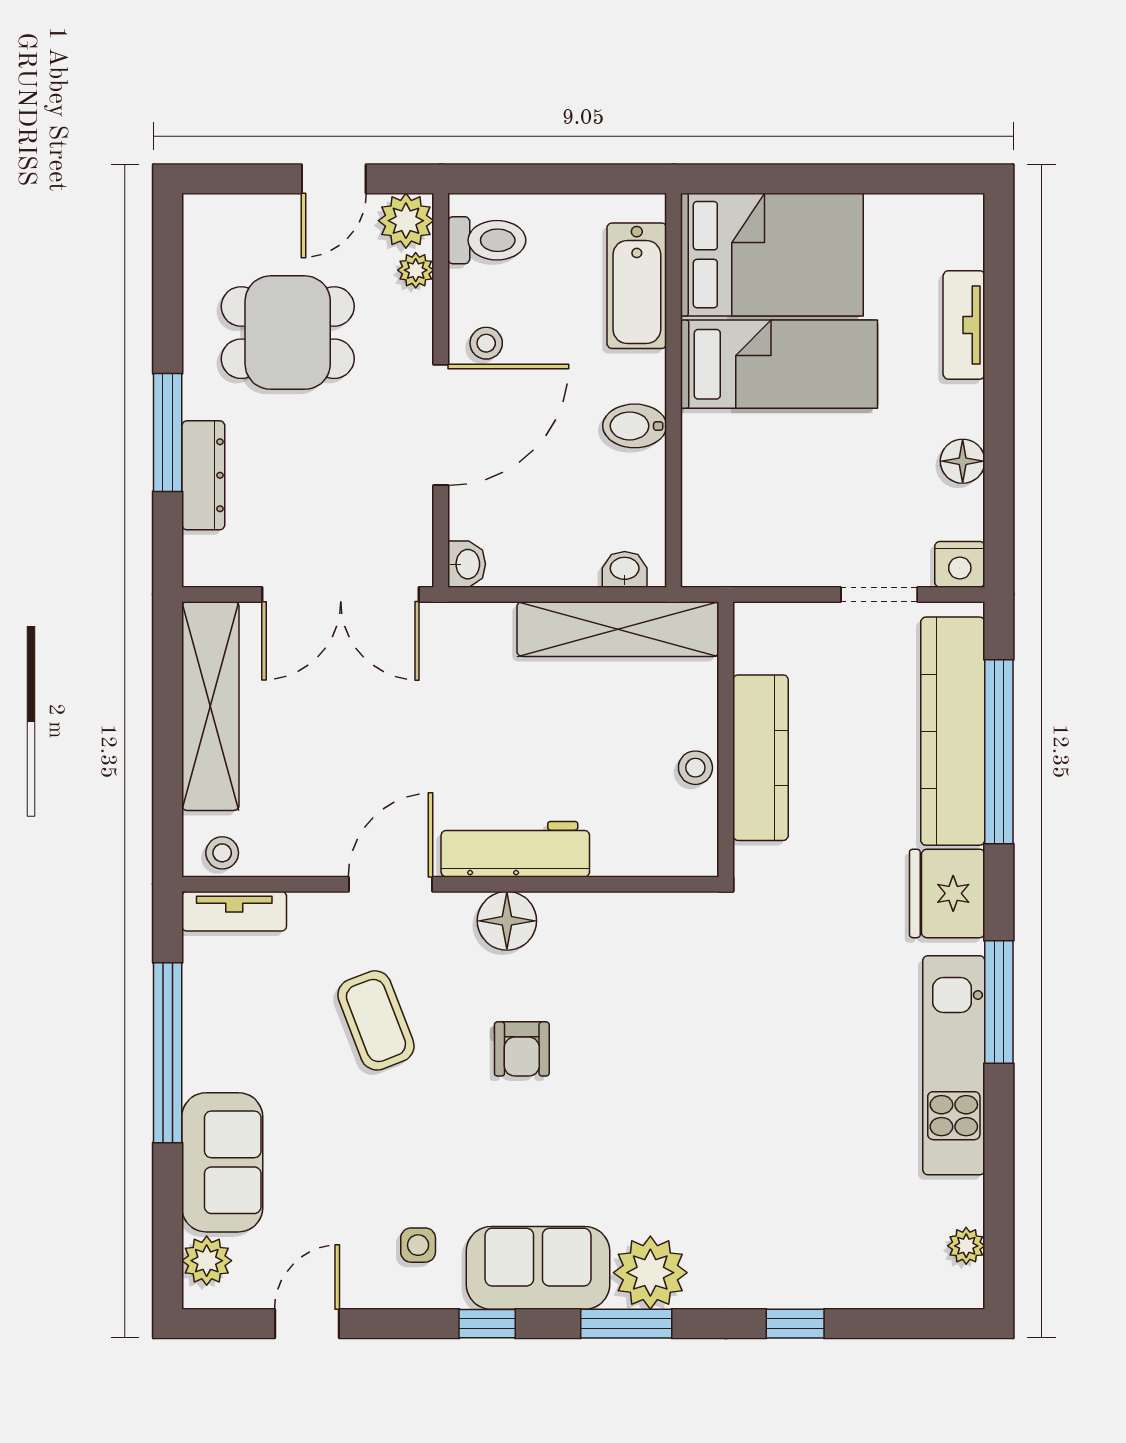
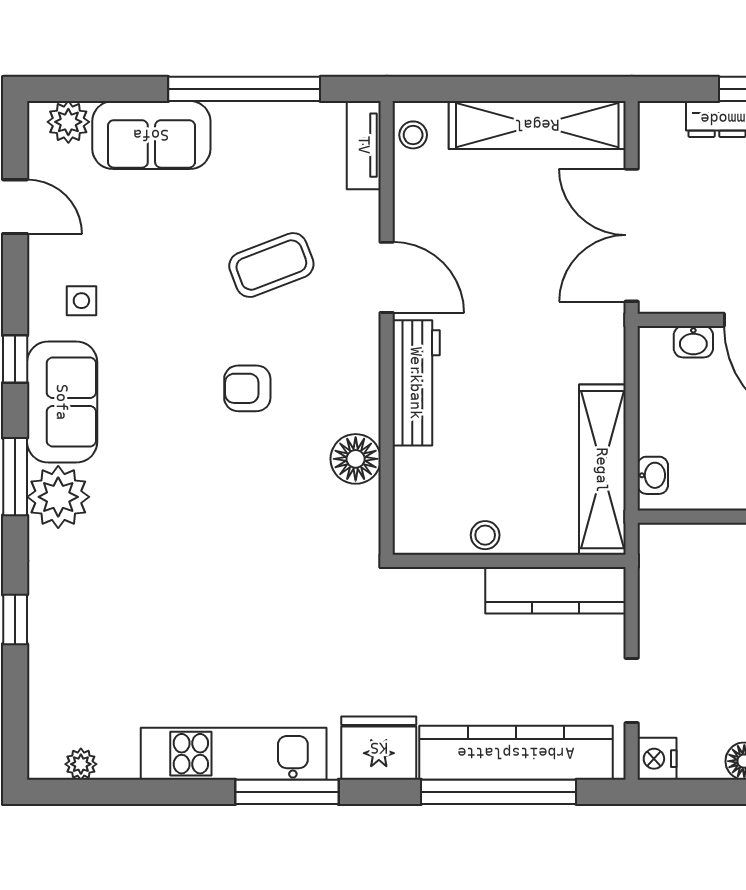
washbasin: (467, 564) -> (693, 342), moved
kitchen counter: (761, 758) -> (556, 590), moved
floor lamp: (507, 921) -> (356, 459), moved

